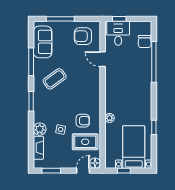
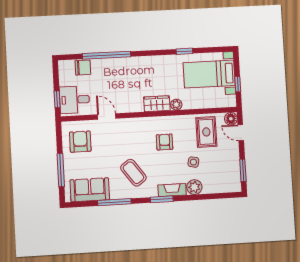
armchair: (83, 36) -> (80, 142), turned 180
door: (103, 59) -> (107, 117), swing flipped
wardrobe: (111, 102) -> (157, 104), added
armchair: (83, 121) -> (165, 142), moved
fireplace: (38, 148) -> (172, 190), moved

